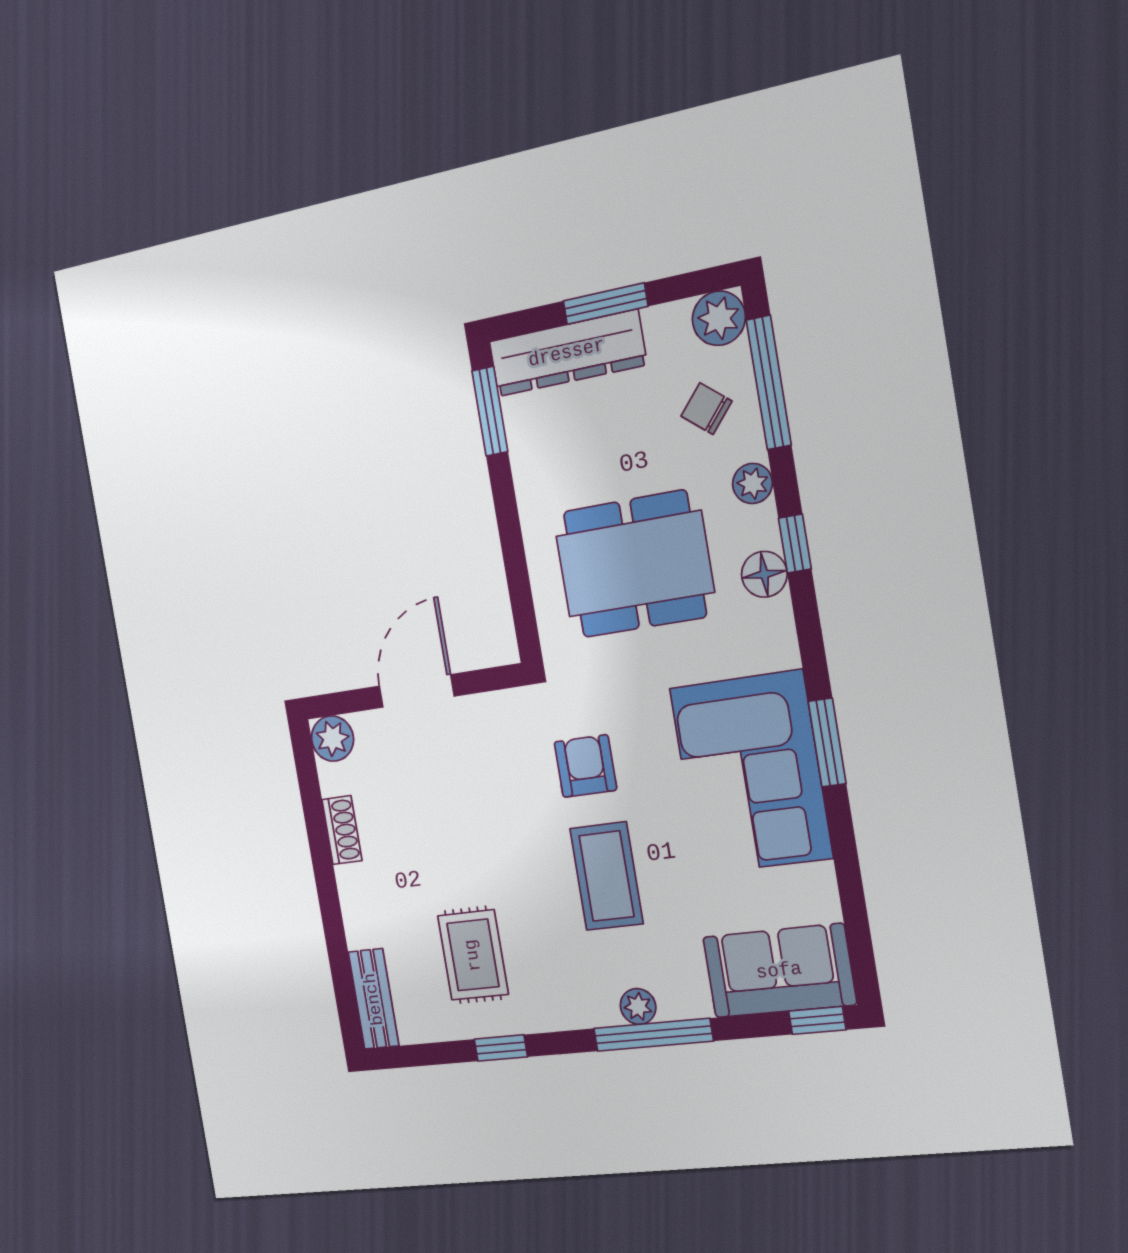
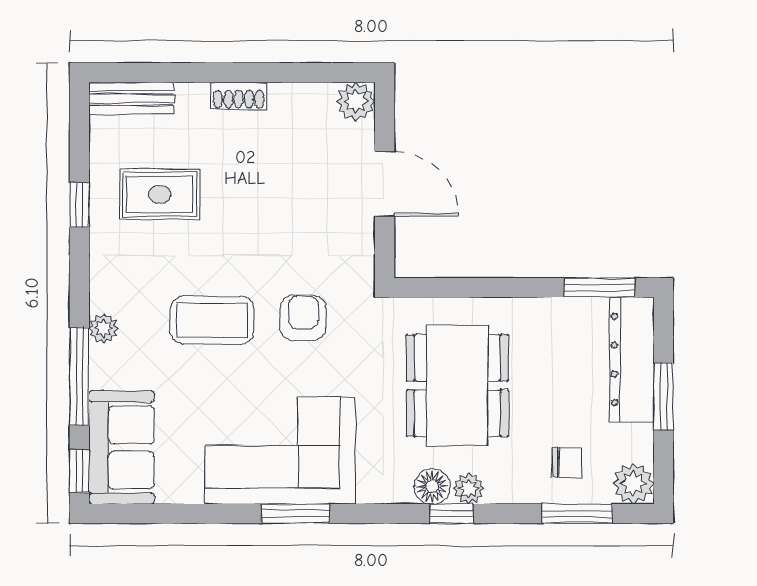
window: (769, 383) -> (577, 514), width x0.69
chair: (706, 409) -> (567, 463), turned 50
plant: (753, 483) -> (468, 489), moved
armchair: (585, 766) -> (303, 318), turned -90
shoe rack: (342, 830) -> (239, 96), moved
window: (653, 1035) -> (79, 376), moved

